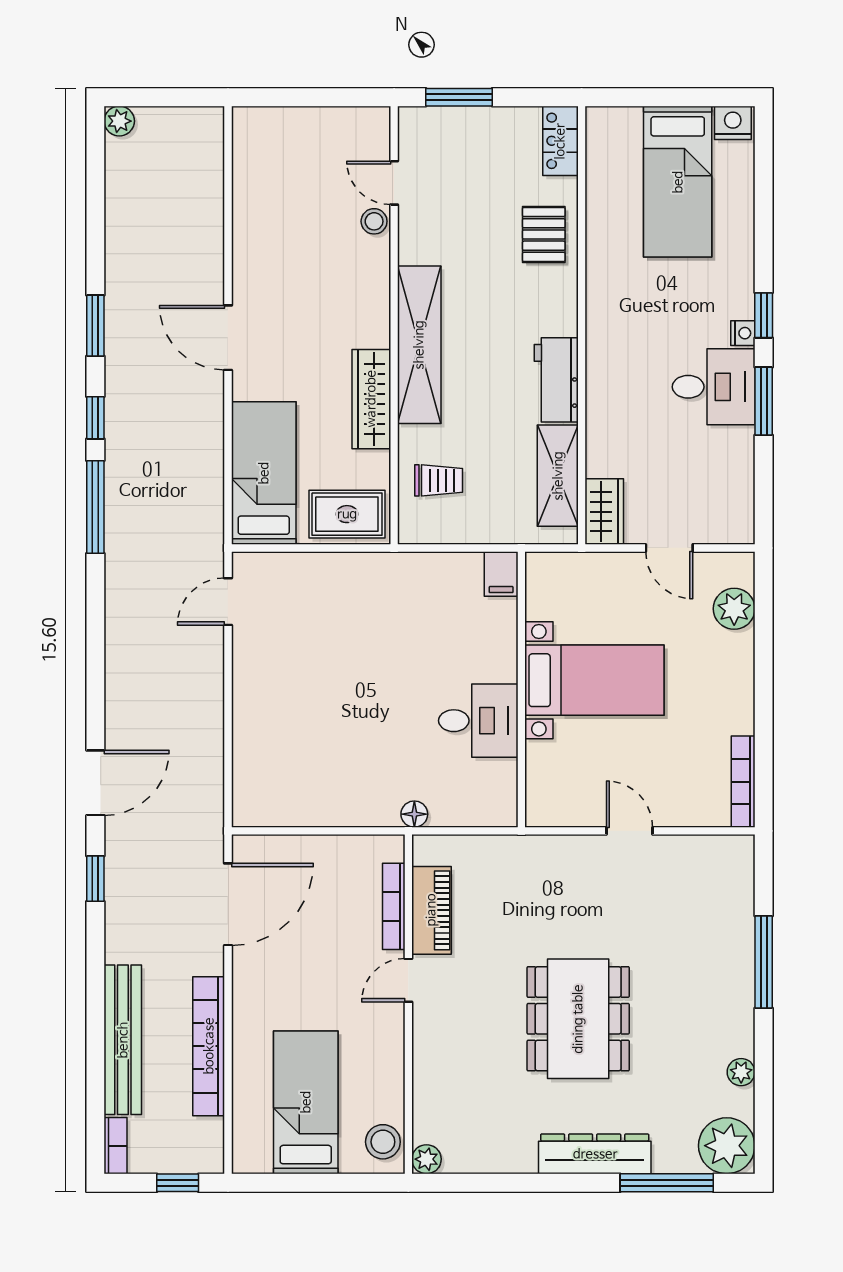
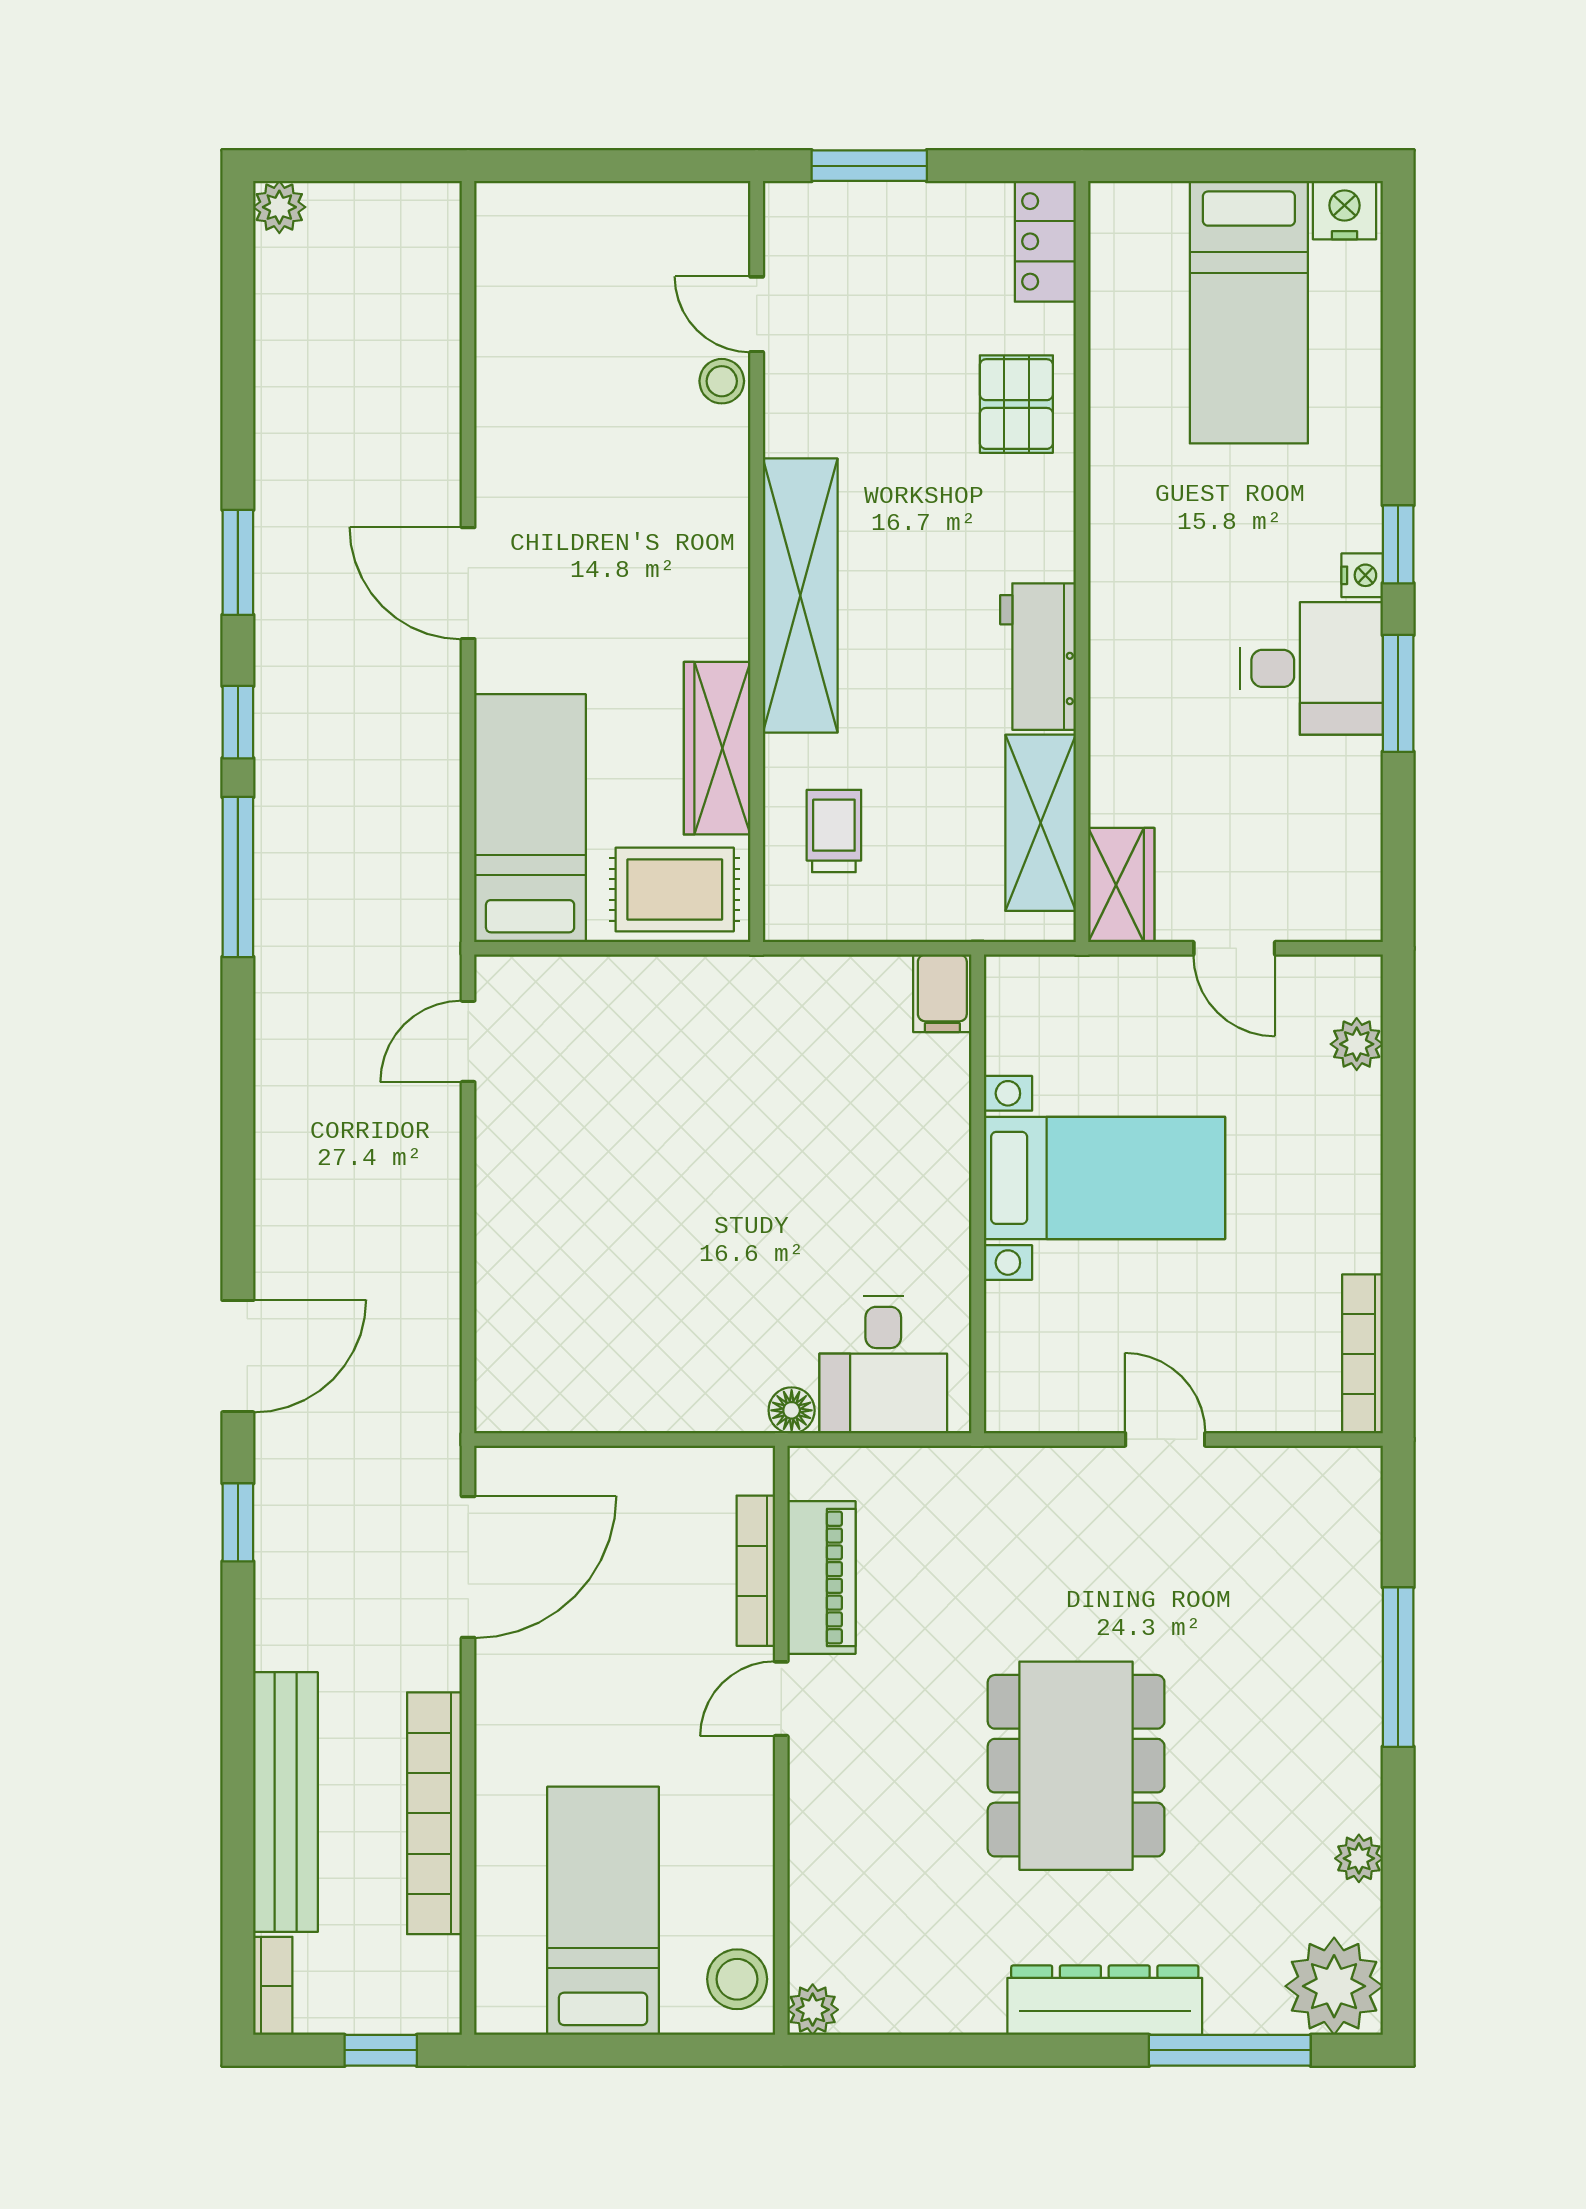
wardrobe: (371, 399) -> (717, 748), moved
trolley: (439, 480) -> (834, 831), turned -90
plant: (734, 609) -> (1357, 1044), width x0.73, depth x0.73
desk: (478, 721) -> (883, 1365), moved, turned 90

